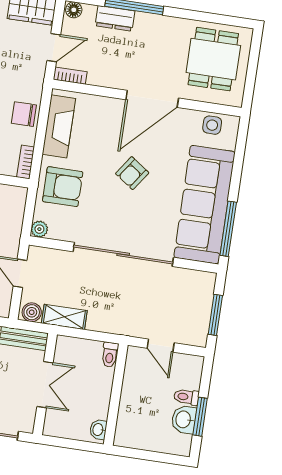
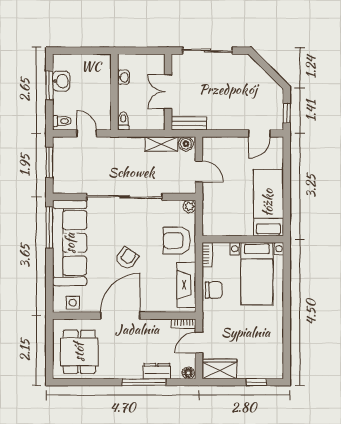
toilet: (186, 397) -> (62, 121), moved
washbasin: (98, 430) -> (123, 77), moved

